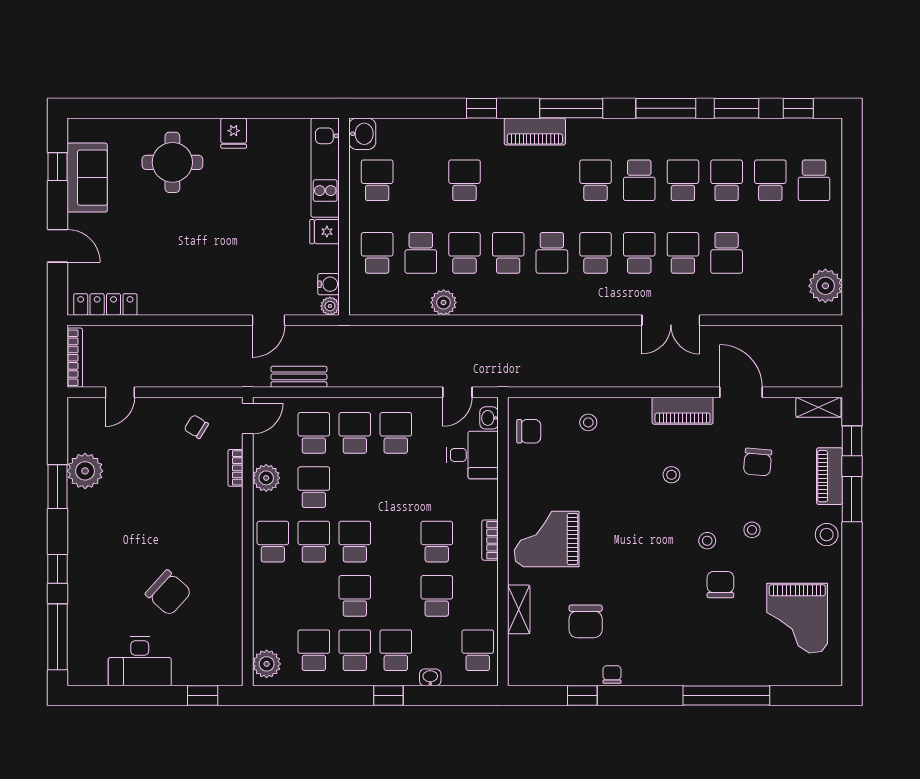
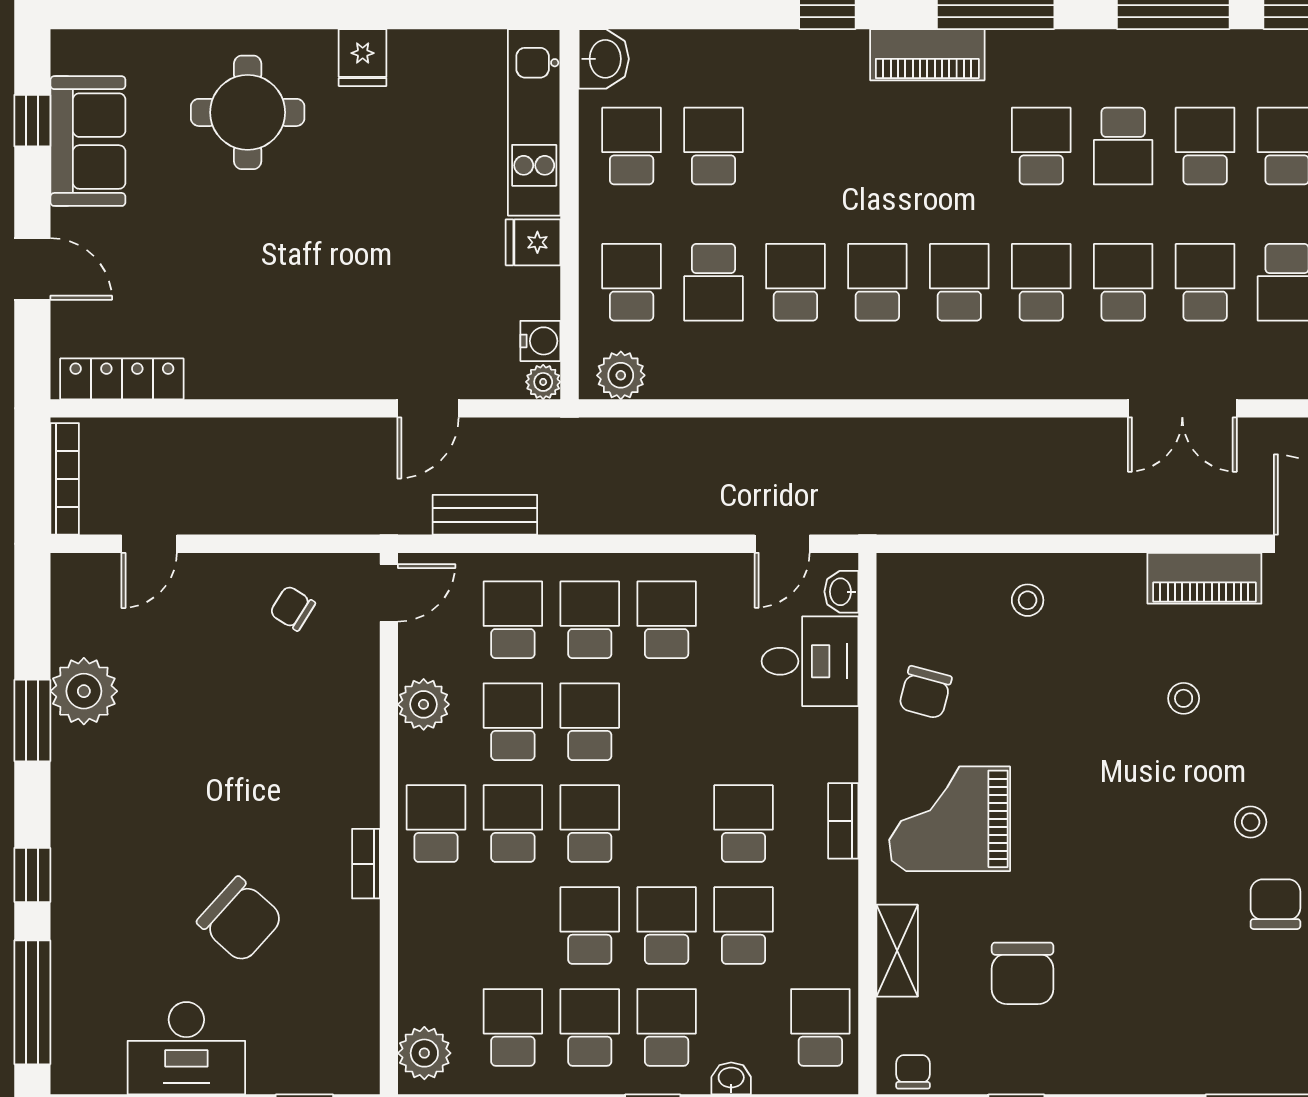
school desk: (464, 180) -> (714, 146), moved
school desk: (552, 253) -> (959, 282), turned 180
plant: (444, 302) -> (621, 375), moved
chair: (529, 431) -> (925, 692), moved, turned 105
bookcase: (235, 468) -> (366, 864), moved
school desk: (355, 487) -> (590, 722), added
school desk: (396, 596) -> (667, 925), added
chair: (612, 674) -> (913, 1072), moved

